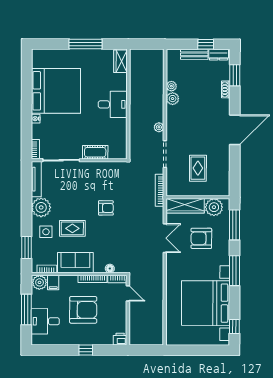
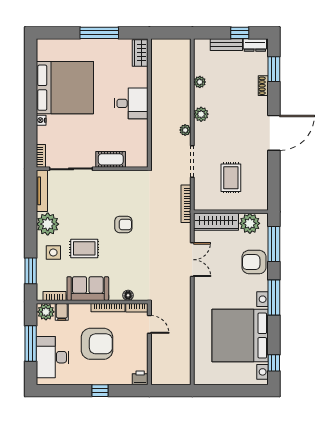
plant: (173, 99) -> (201, 114), moved
armchair: (201, 238) -> (254, 262), moved
desk: (45, 321) -> (53, 357), width x1.37

